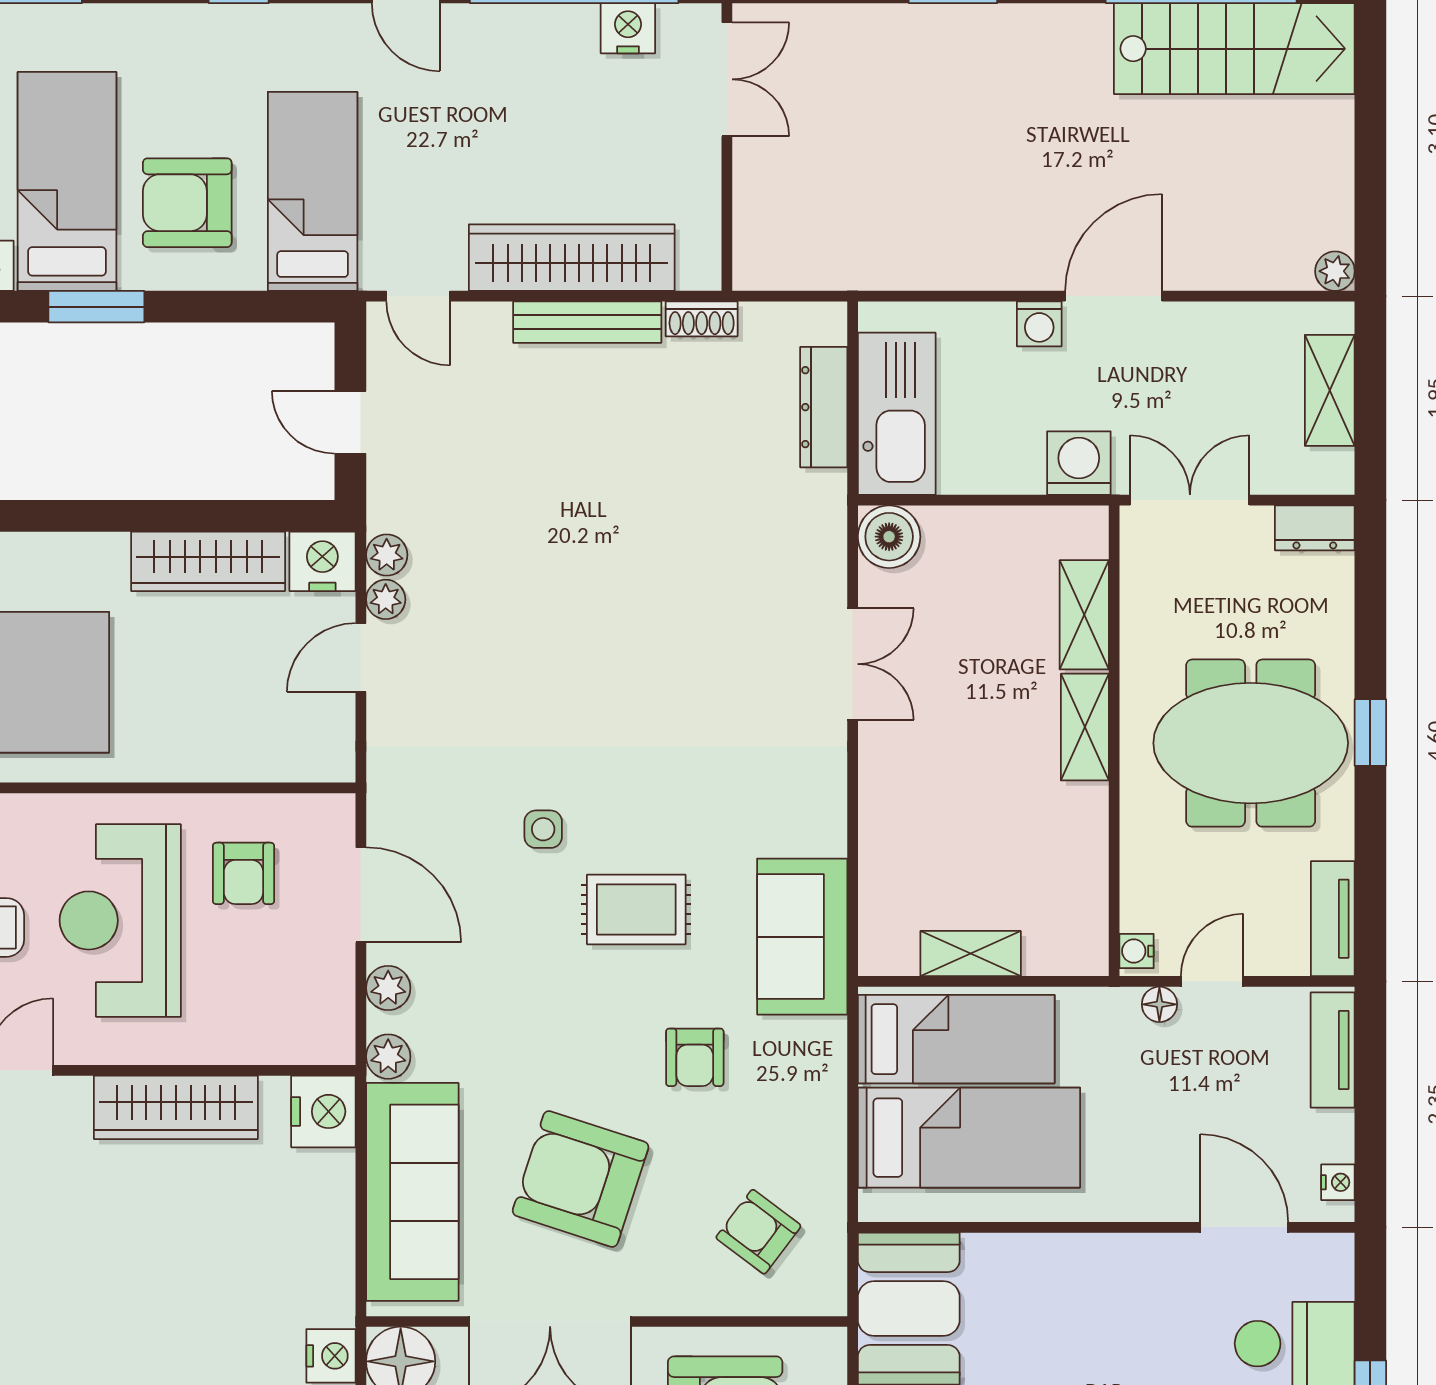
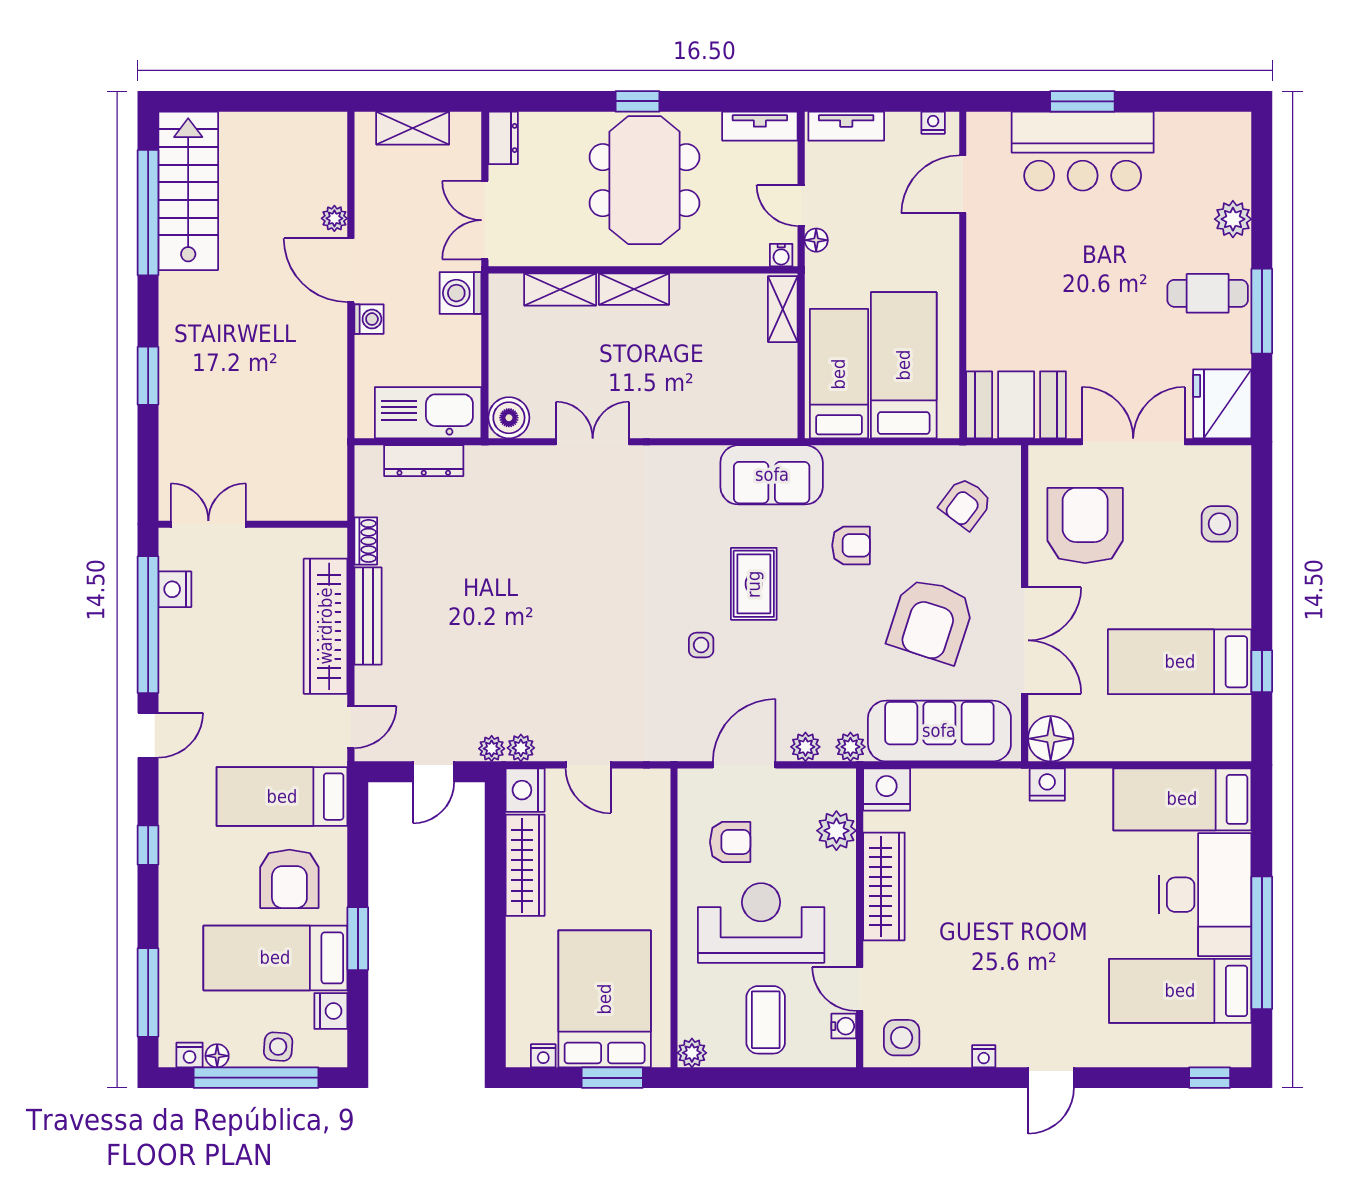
plant: (1335, 271) -> (334, 218), moved
plant: (386, 599) -> (492, 749), moved
reception desk: (120, 920) -> (761, 923), turned 180
shelving: (971, 954) -> (783, 309), moved
plant: (261, 1035) -> (836, 831), added

